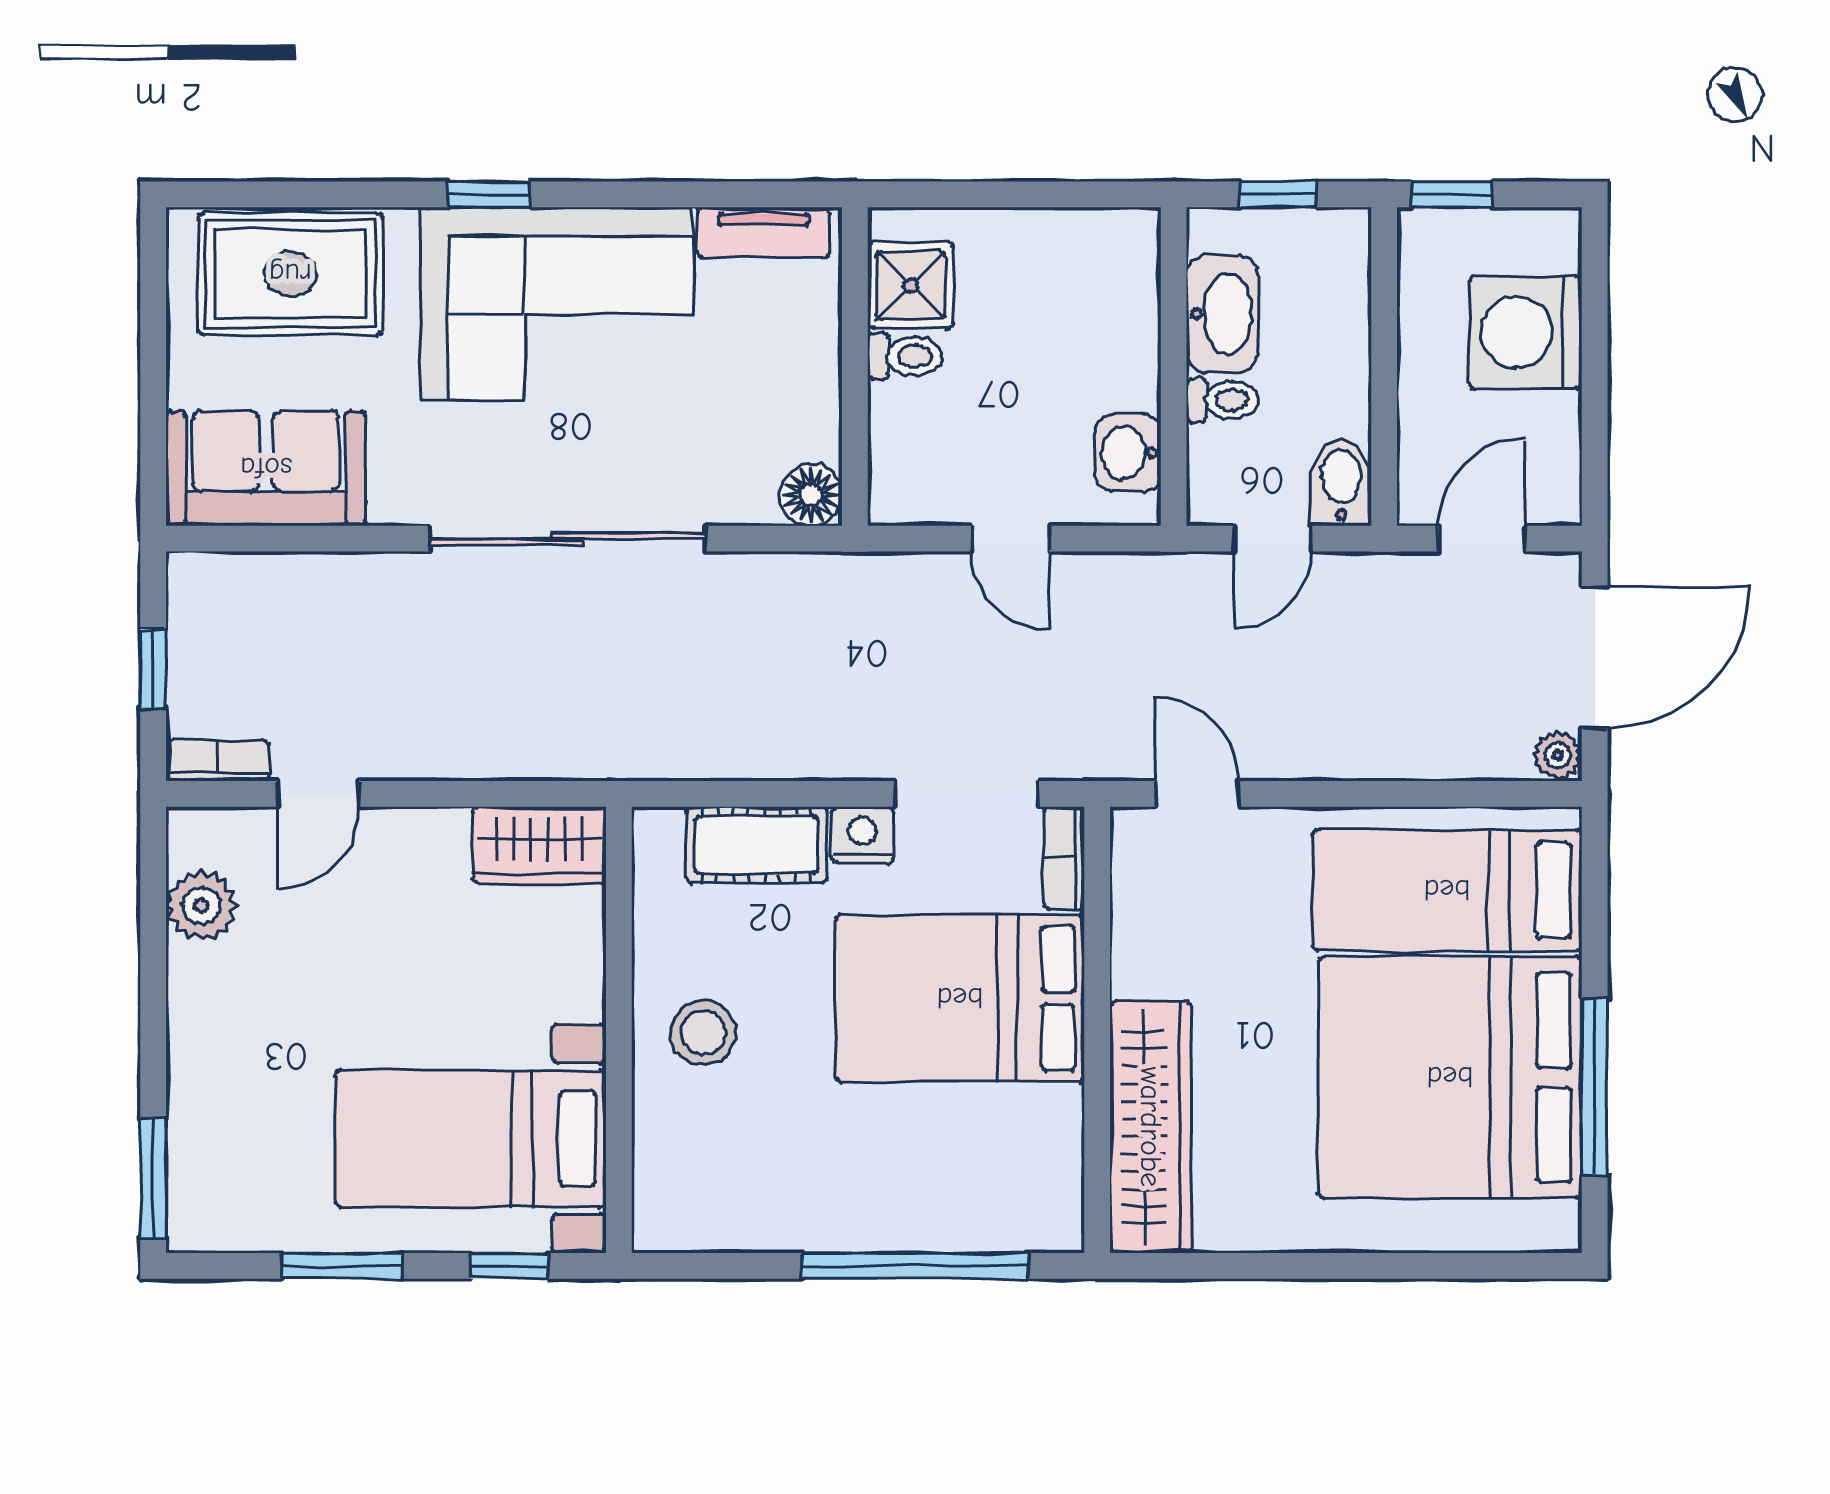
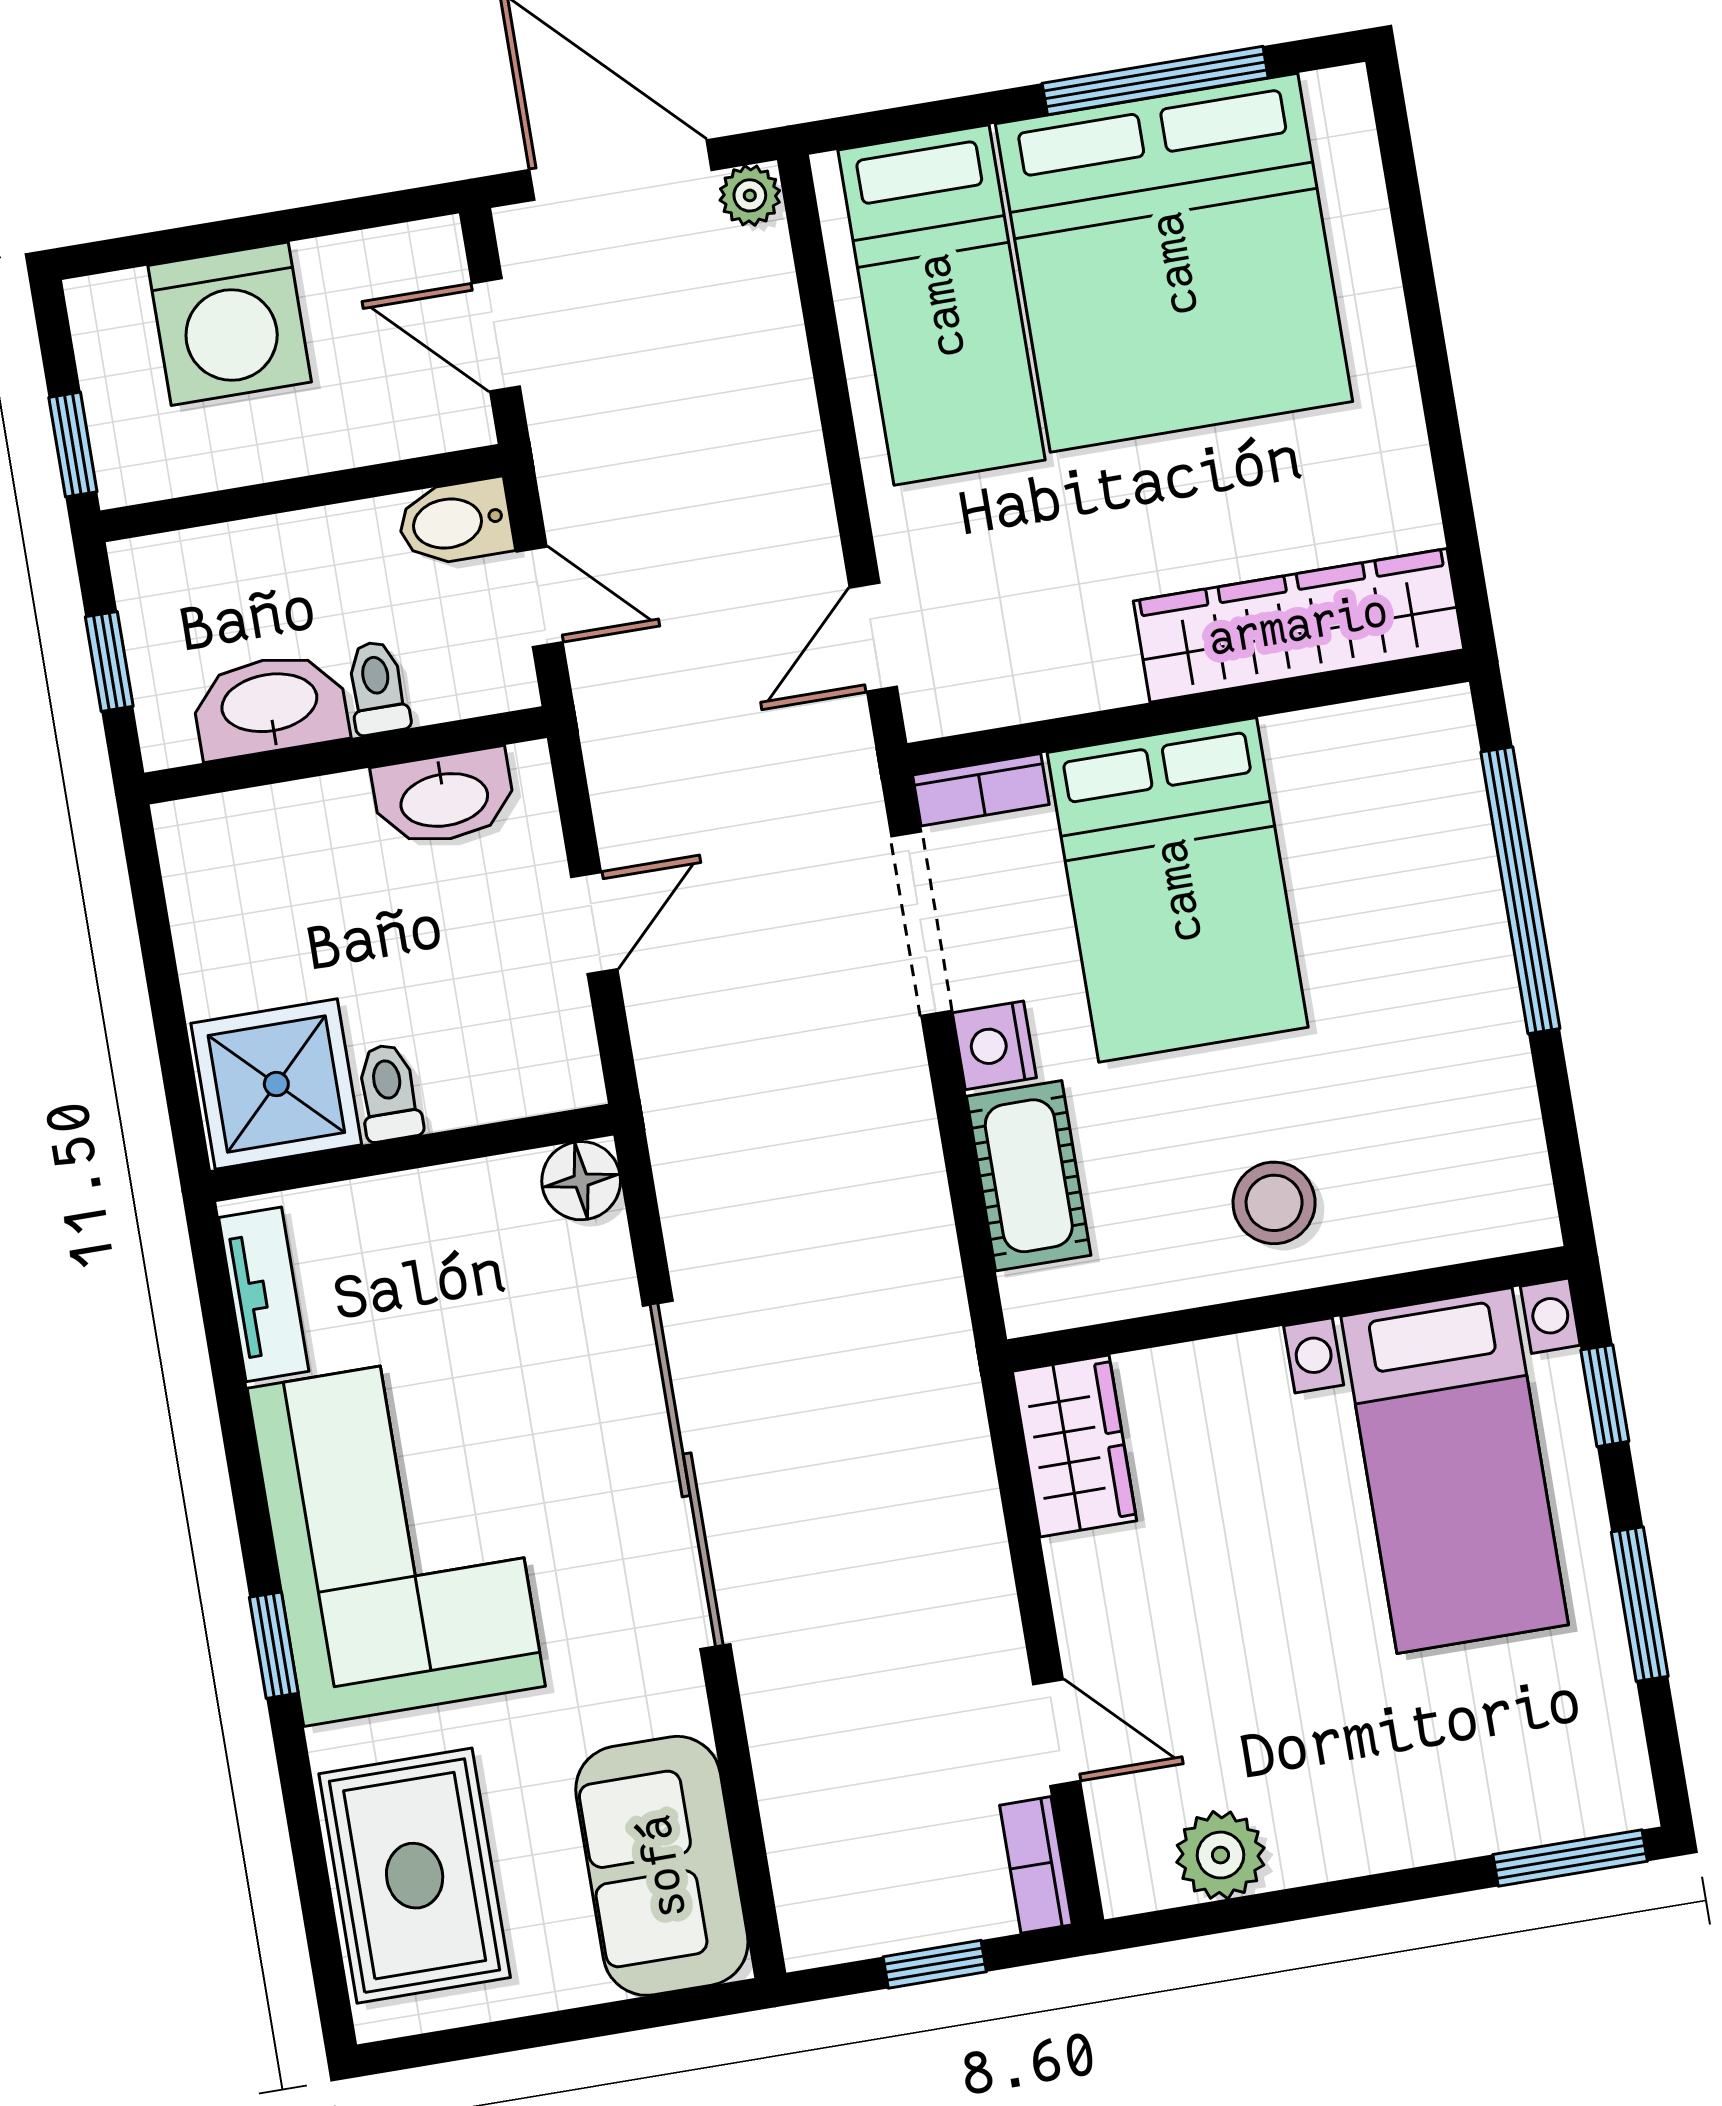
shower: (911, 285) -> (276, 1084), width x1.36, depth x1.36
washbasin: (1128, 453) -> (444, 798), width x1.38

